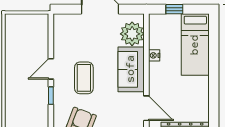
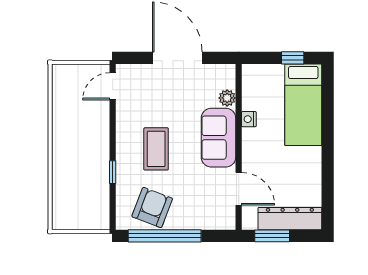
window: (174, 9) -> (293, 58), moved
plant: (132, 34) -> (227, 98), width x0.53, depth x0.53
door: (51, 69) -> (113, 86), moved

